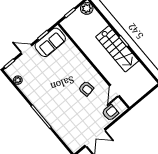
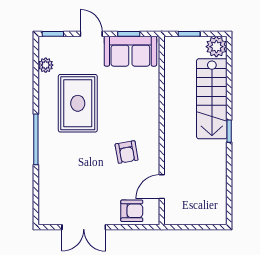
stairs: (117, 49) -> (212, 99), moved
rug: (46, 85) -> (78, 103), added

